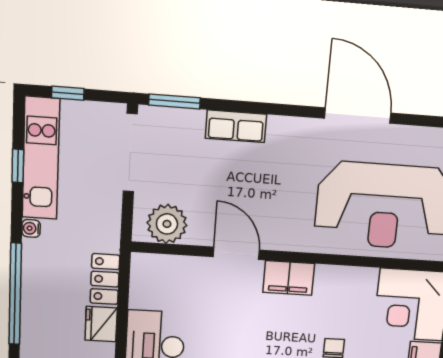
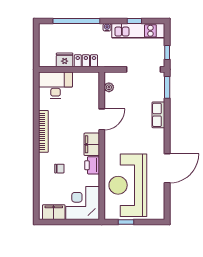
window: (68, 93) -> (167, 53), moved
plant: (167, 224) -> (109, 87), width x0.53, depth x0.53
printer: (334, 280) -> (92, 165), added

